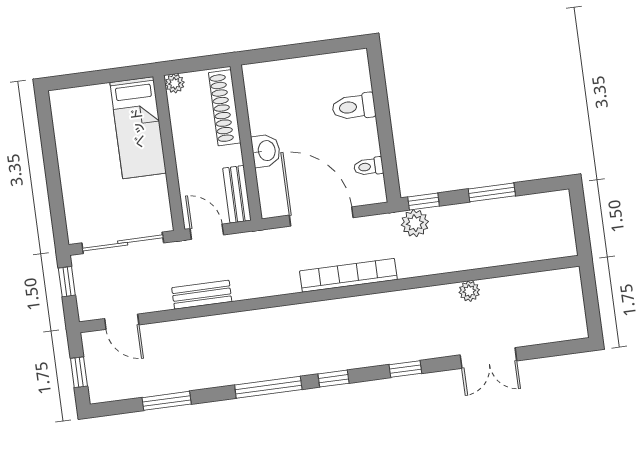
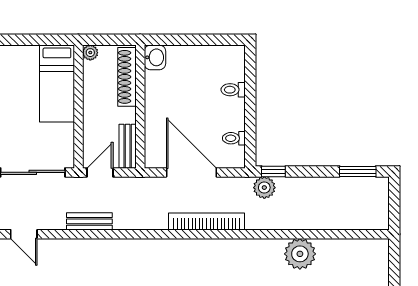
toilet: (354, 107) -> (233, 90), width x0.73, depth x0.72
washbasin: (266, 151) -> (155, 57), moved
window: (492, 192) -> (358, 171), moved
door: (207, 232) -> (100, 172), hinge flipped
plant: (469, 291) -> (300, 254), width x1.88, depth x1.88

